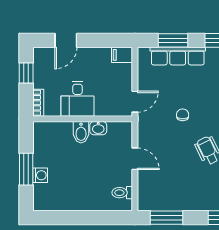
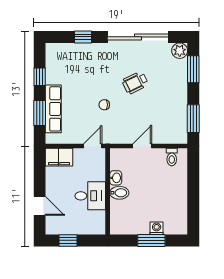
filing cabinet: (122, 55) -> (59, 157), width x2.00
door: (135, 102) -> (93, 146), hinge flipped
bookcase: (38, 103) -> (94, 230), removed

